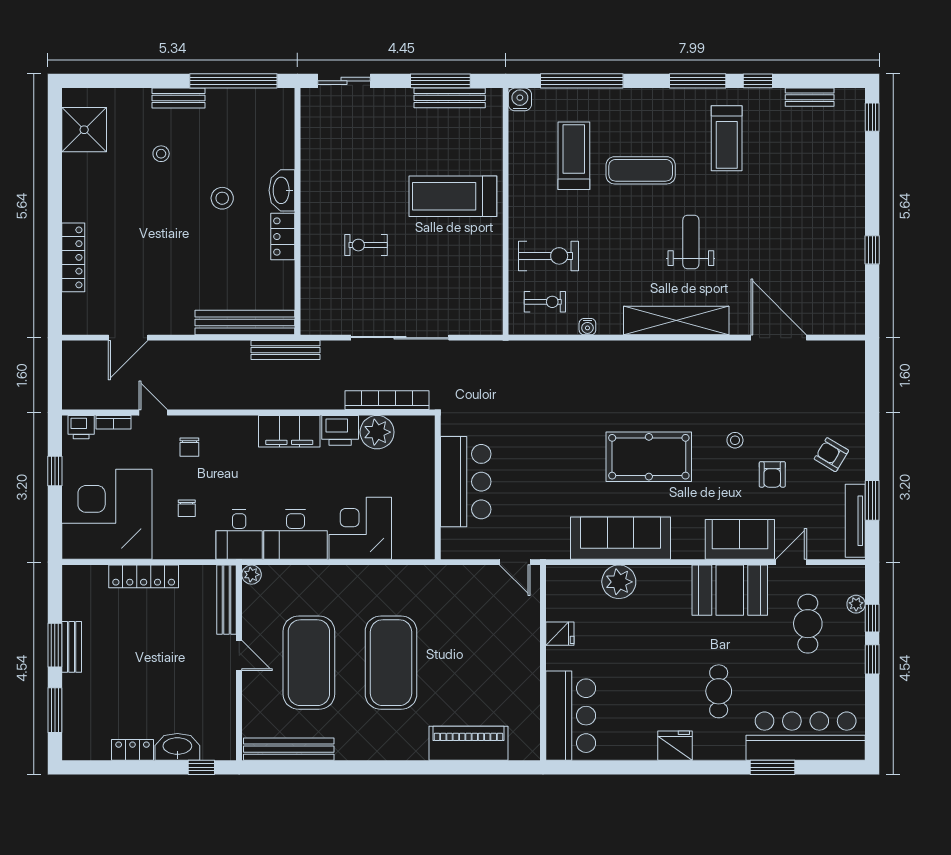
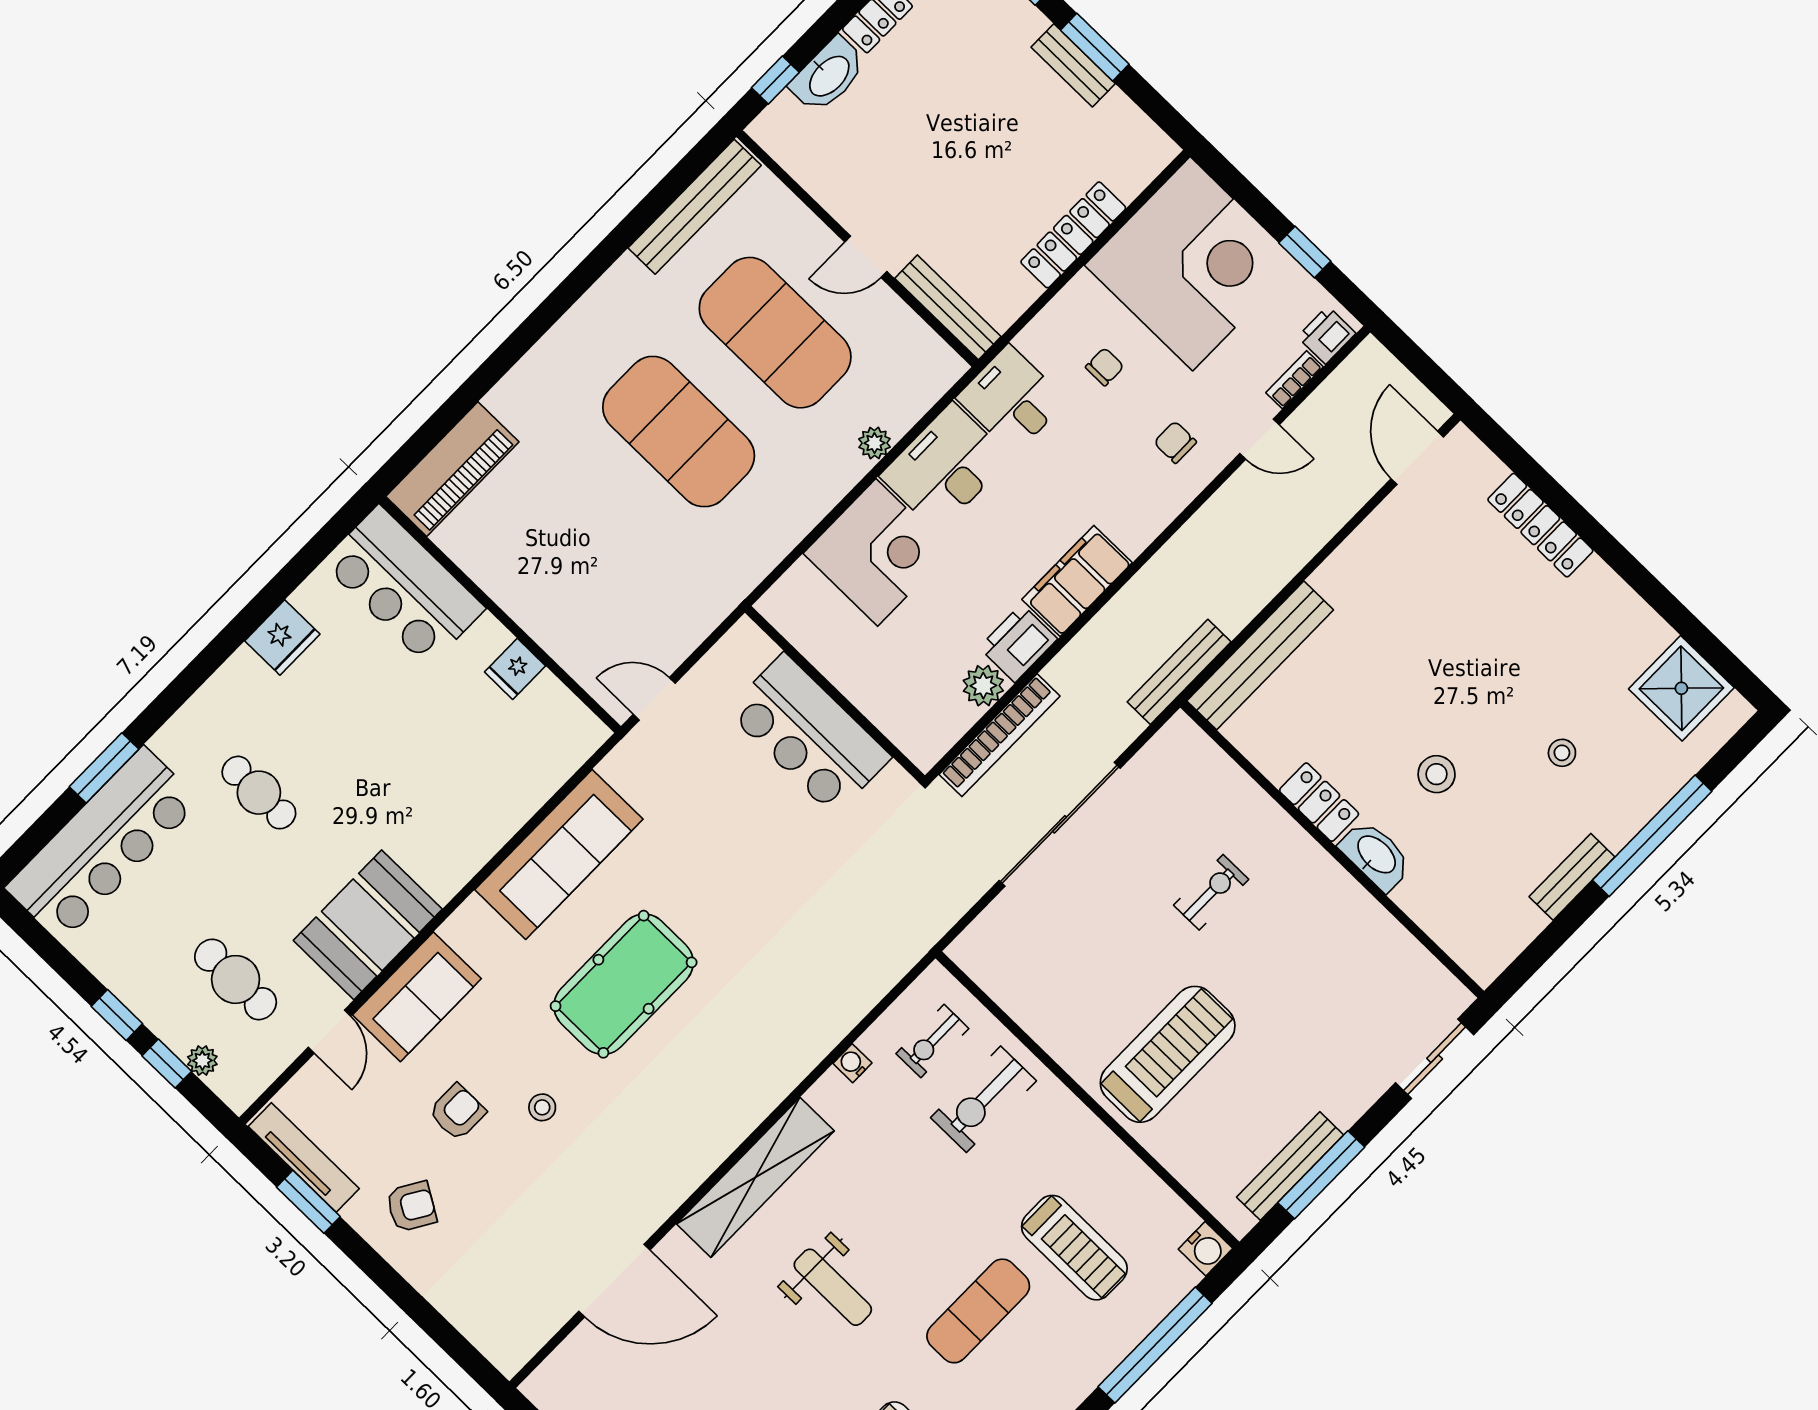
window: (233, 81) -> (1652, 836), moved
bench: (179, 98) -> (1572, 877), moved
door: (128, 338) -> (1417, 458), moved
plant: (377, 432) -> (983, 686), width x0.73, depth x0.73
armchair: (772, 474) -> (457, 1112), turned 90
chair: (187, 508) -> (1105, 367), turned 90
plant: (252, 575) -> (874, 443), moved
plant: (619, 582) -> (508, 801), removed
piano: (468, 743) -> (452, 469), moved
fridge: (675, 746) -> (282, 637), moved

